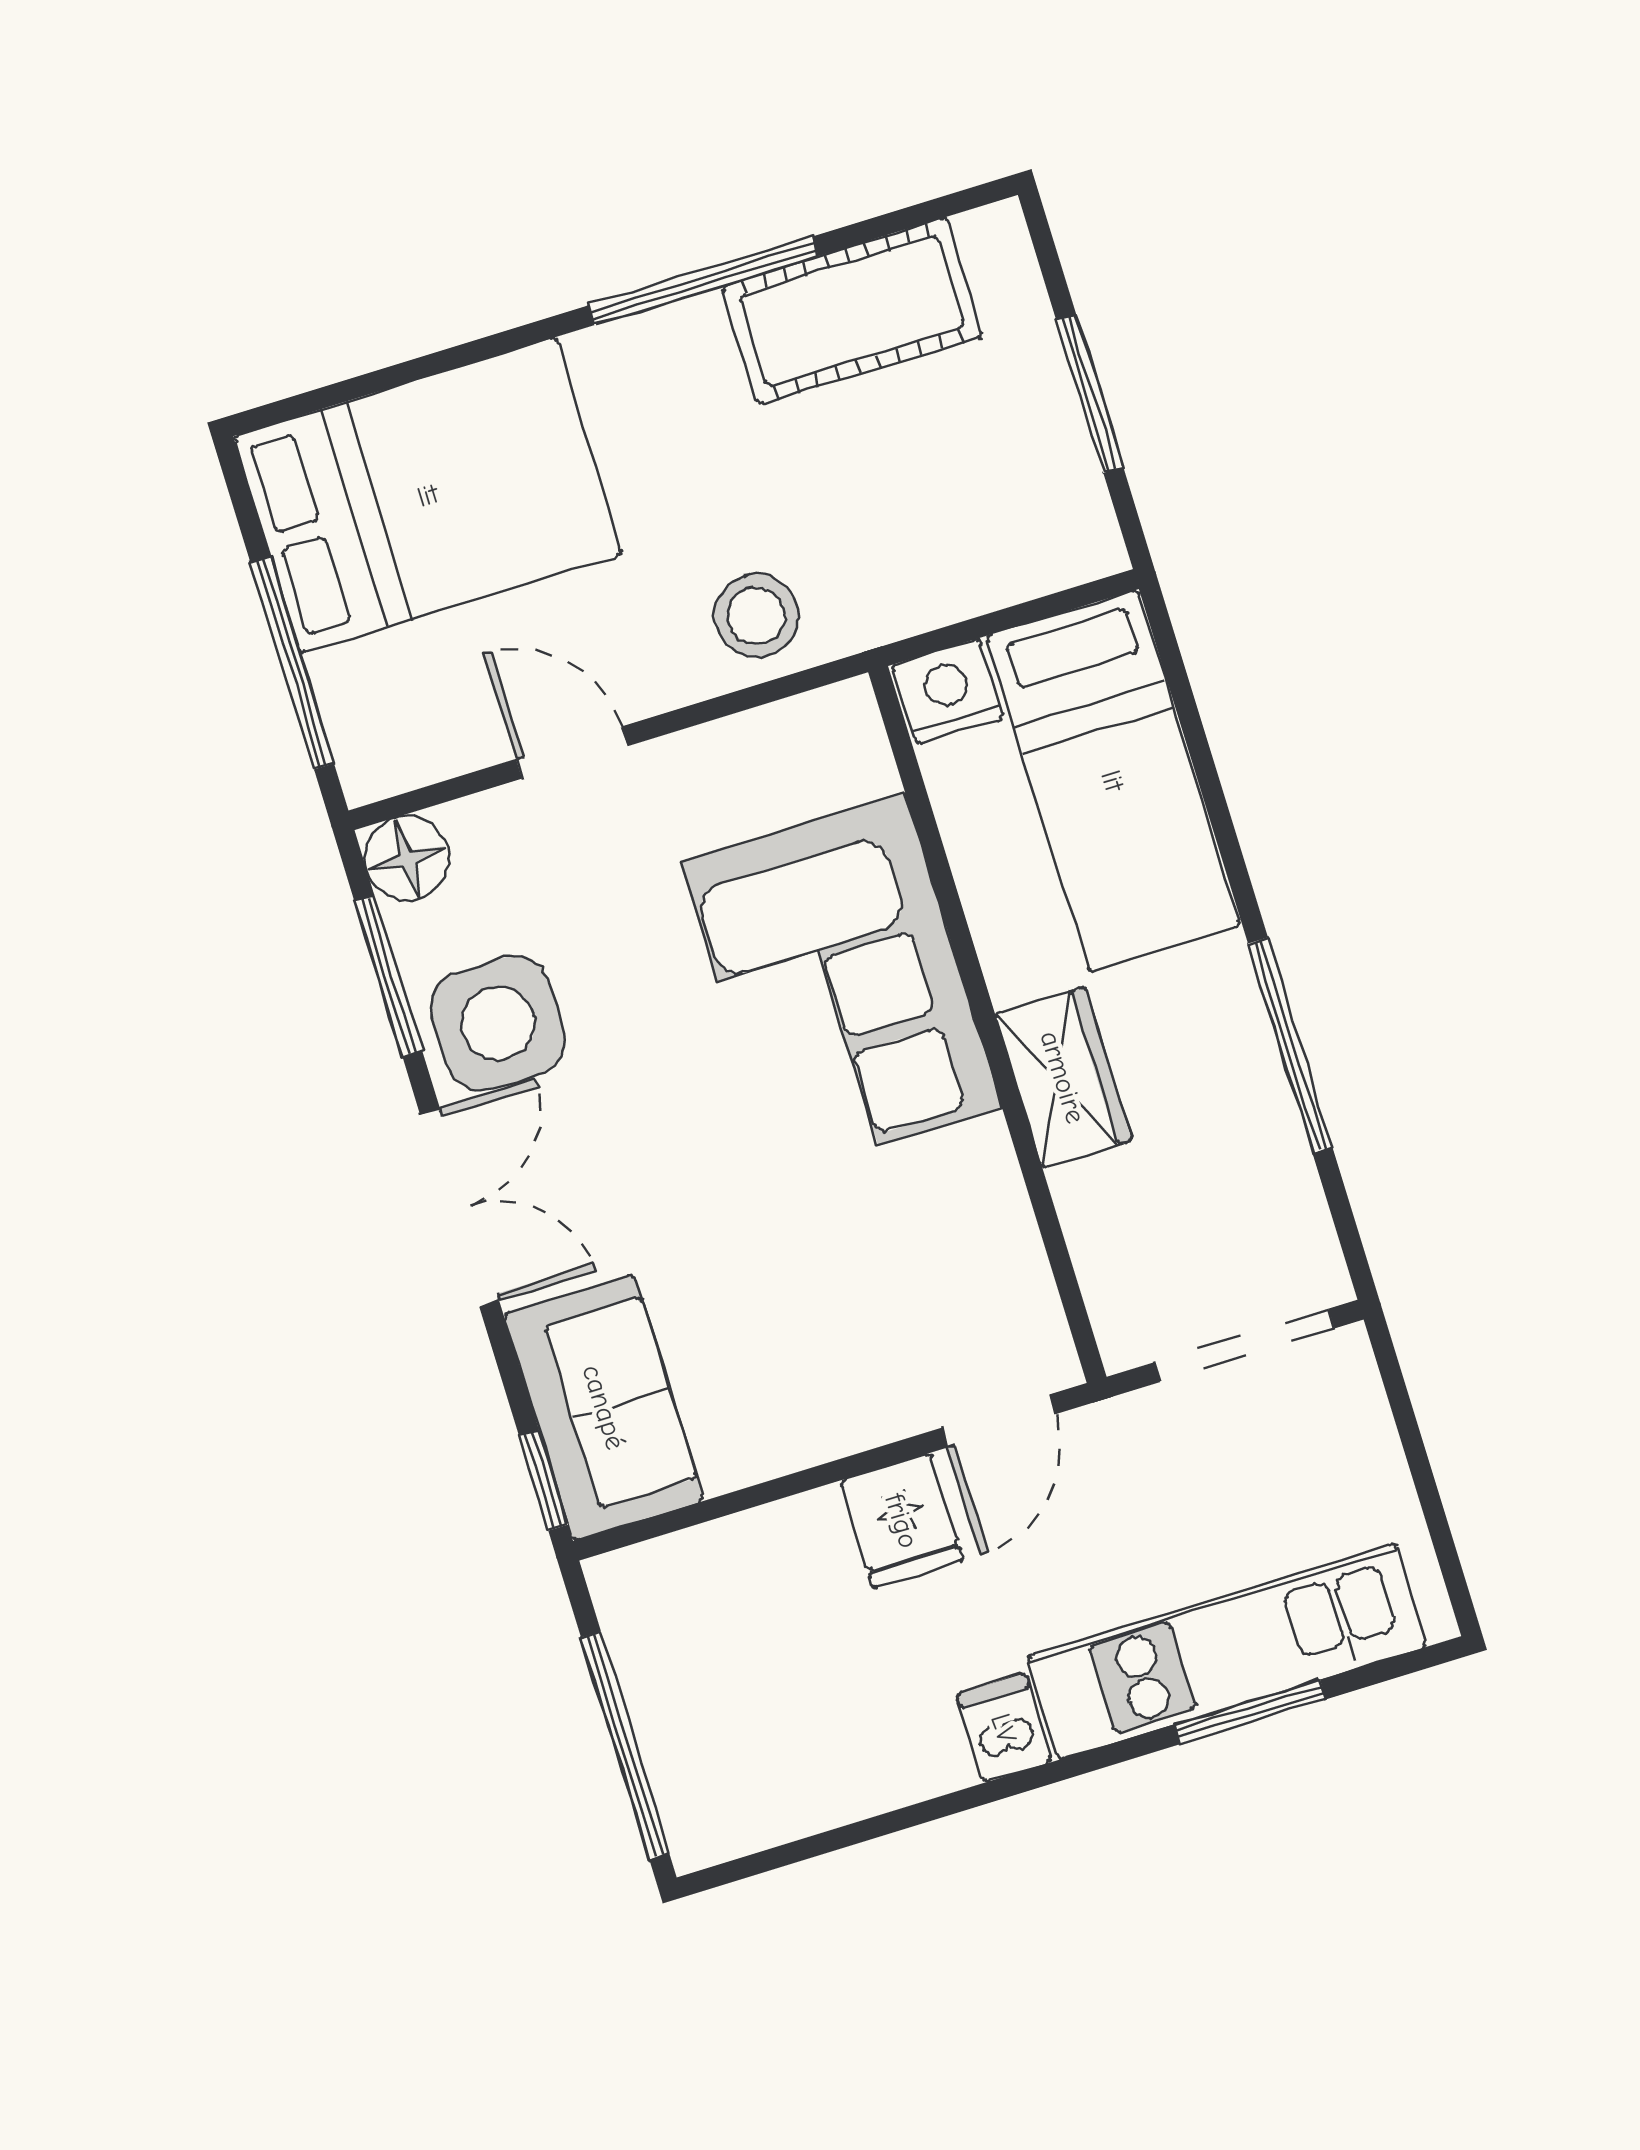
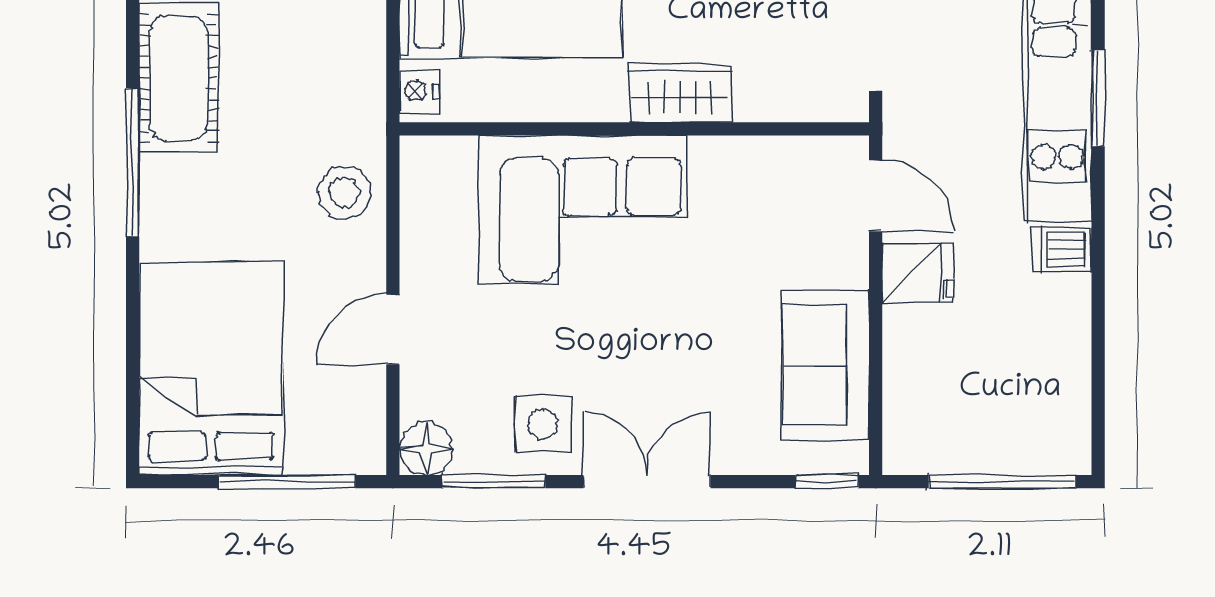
nightstand: (948, 692) -> (419, 91), width x0.72, depth x0.74
side table: (498, 1023) -> (543, 424), width x0.73, depth x0.73
sofa: (604, 1407) -> (826, 365), moved, turned -90

